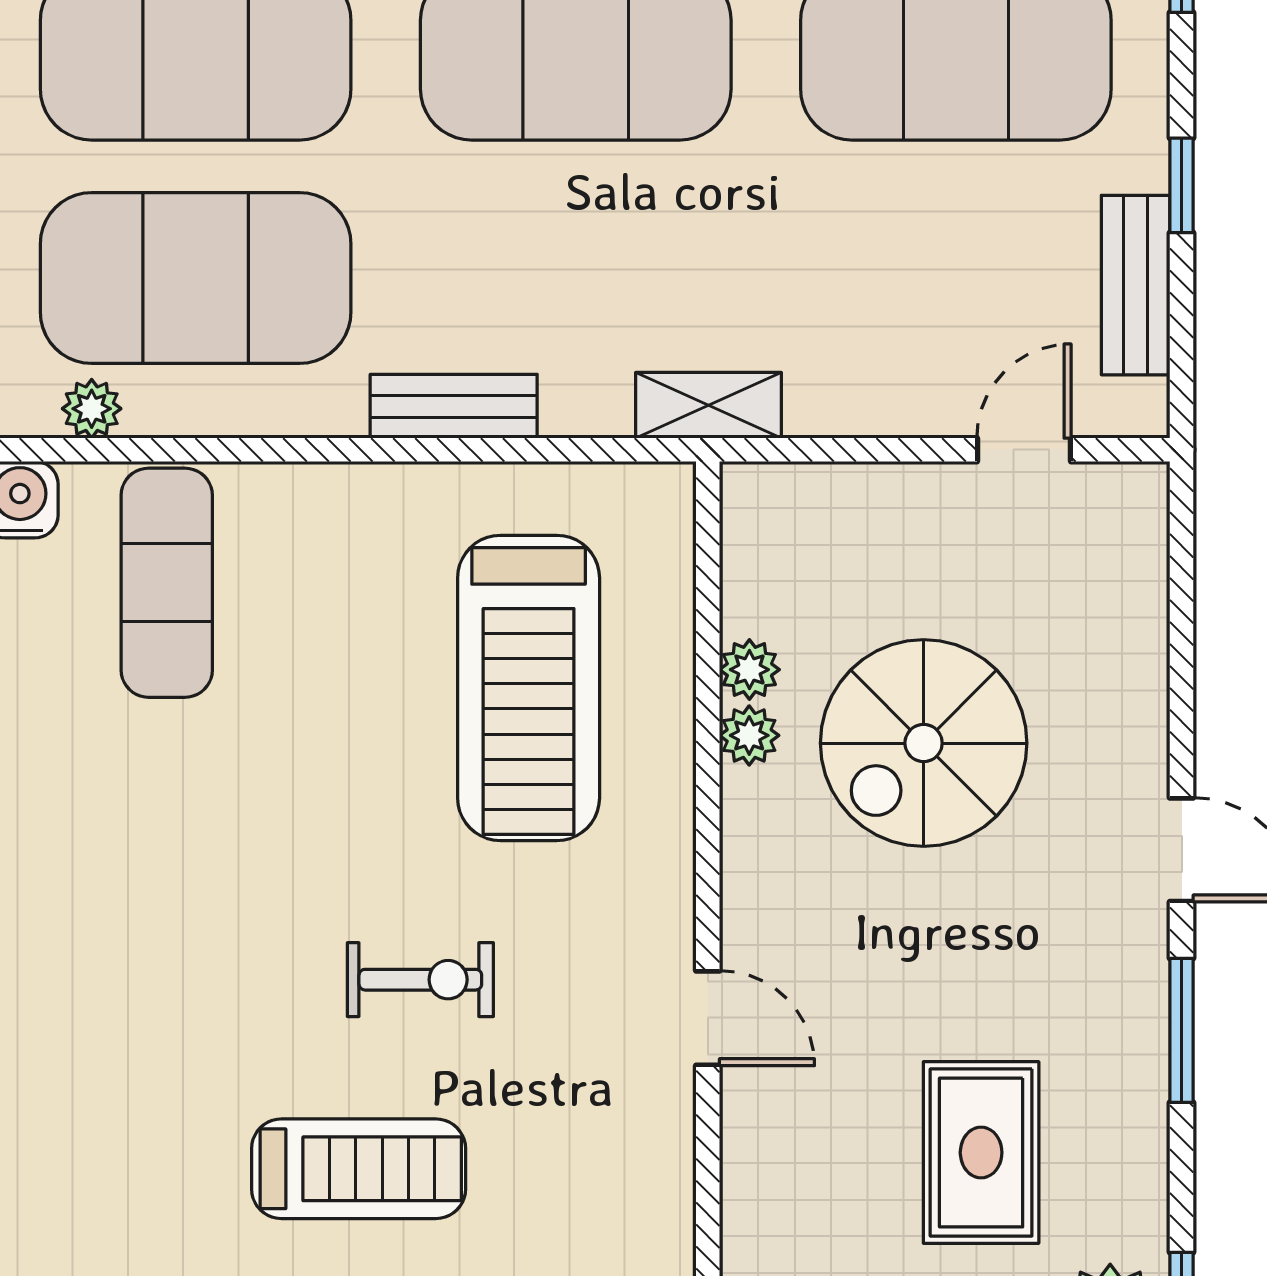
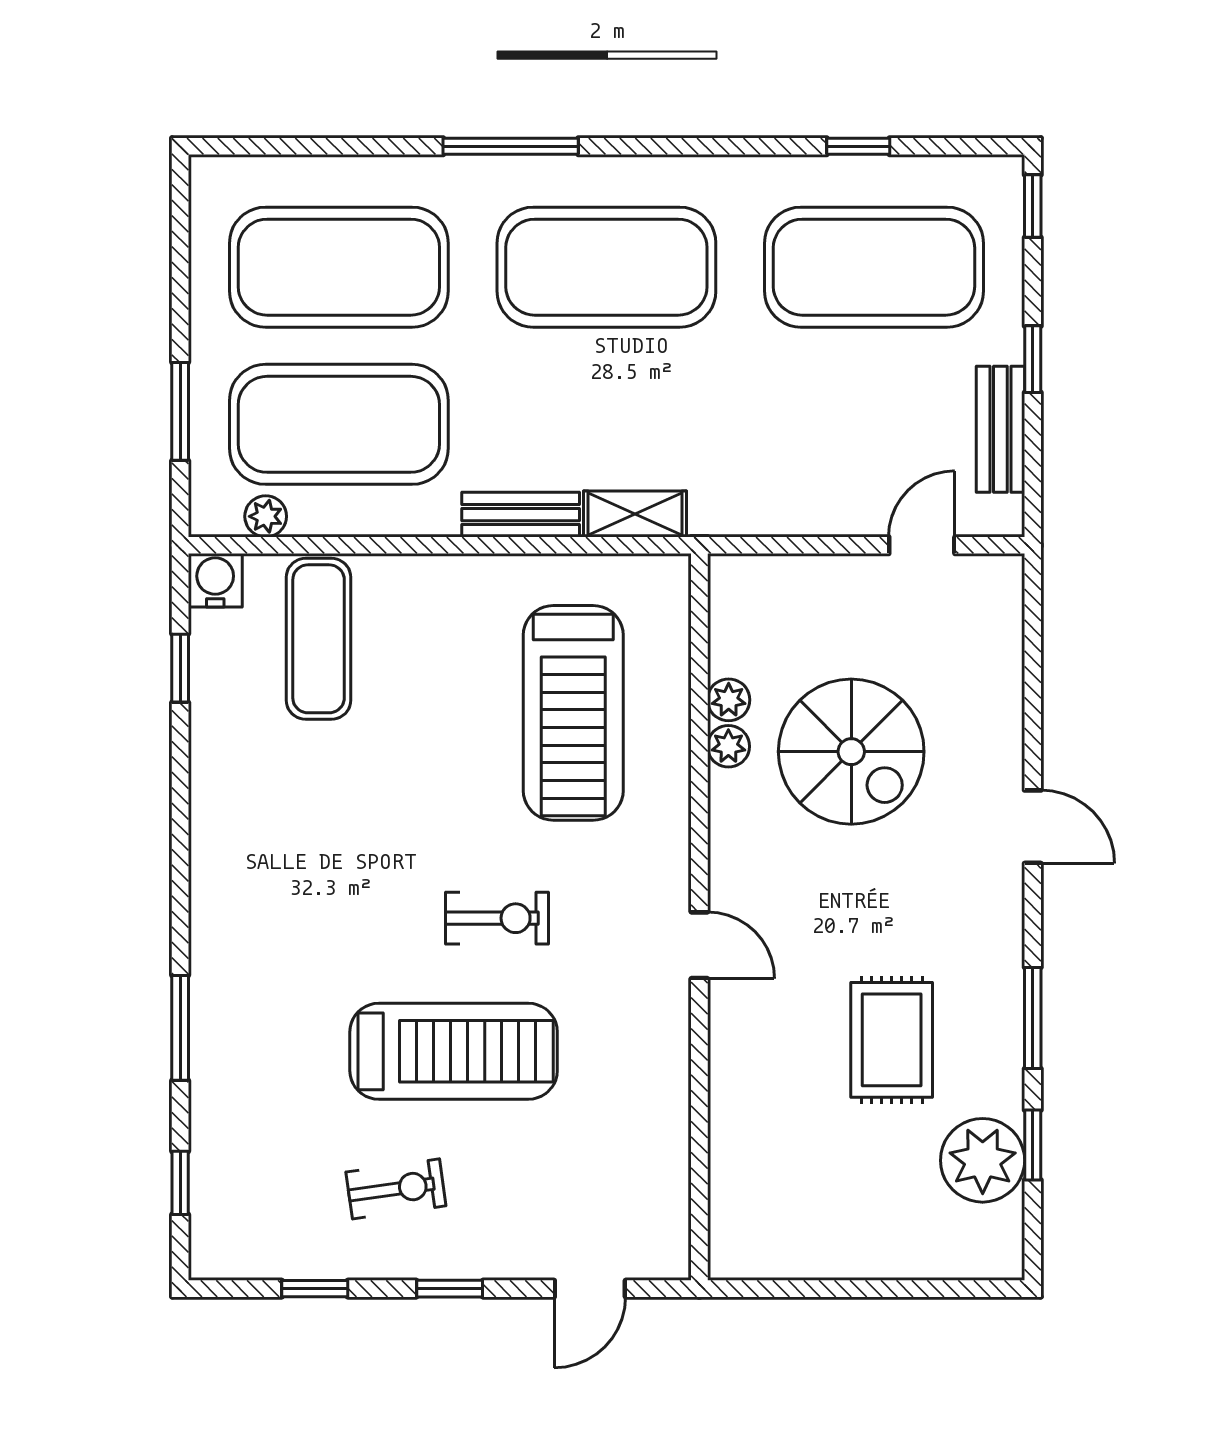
shelving: (708, 405) -> (635, 514), moved
spiral stairs: (924, 743) -> (851, 752), turned -90
window: (1182, 1030) -> (1033, 1018), moved
treadmill: (359, 1169) -> (454, 1051), width x1.37, depth x1.38

